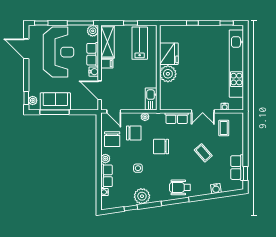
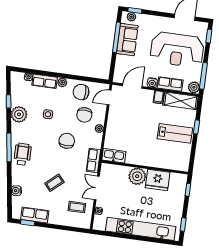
fridge: (169, 54) -> (158, 180), moved
wall: (158, 68) -> (145, 167), moved
plant: (168, 74) -> (137, 176), moved
kitchen sink: (151, 99) -> (114, 156), moved

